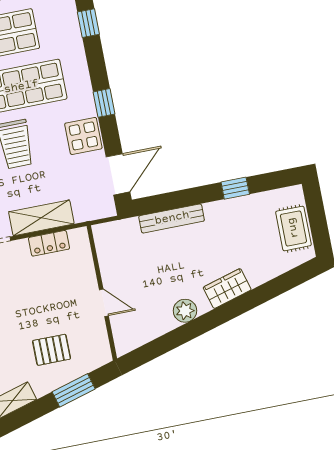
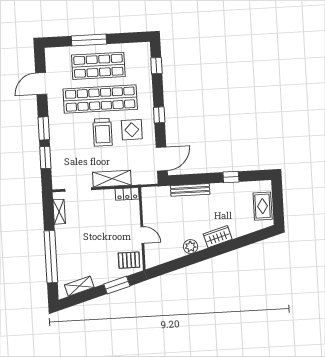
display table: (83, 136) -> (132, 130), moved
locker: (49, 243) -> (127, 194), moved
pallet: (52, 350) -> (129, 260), moved

